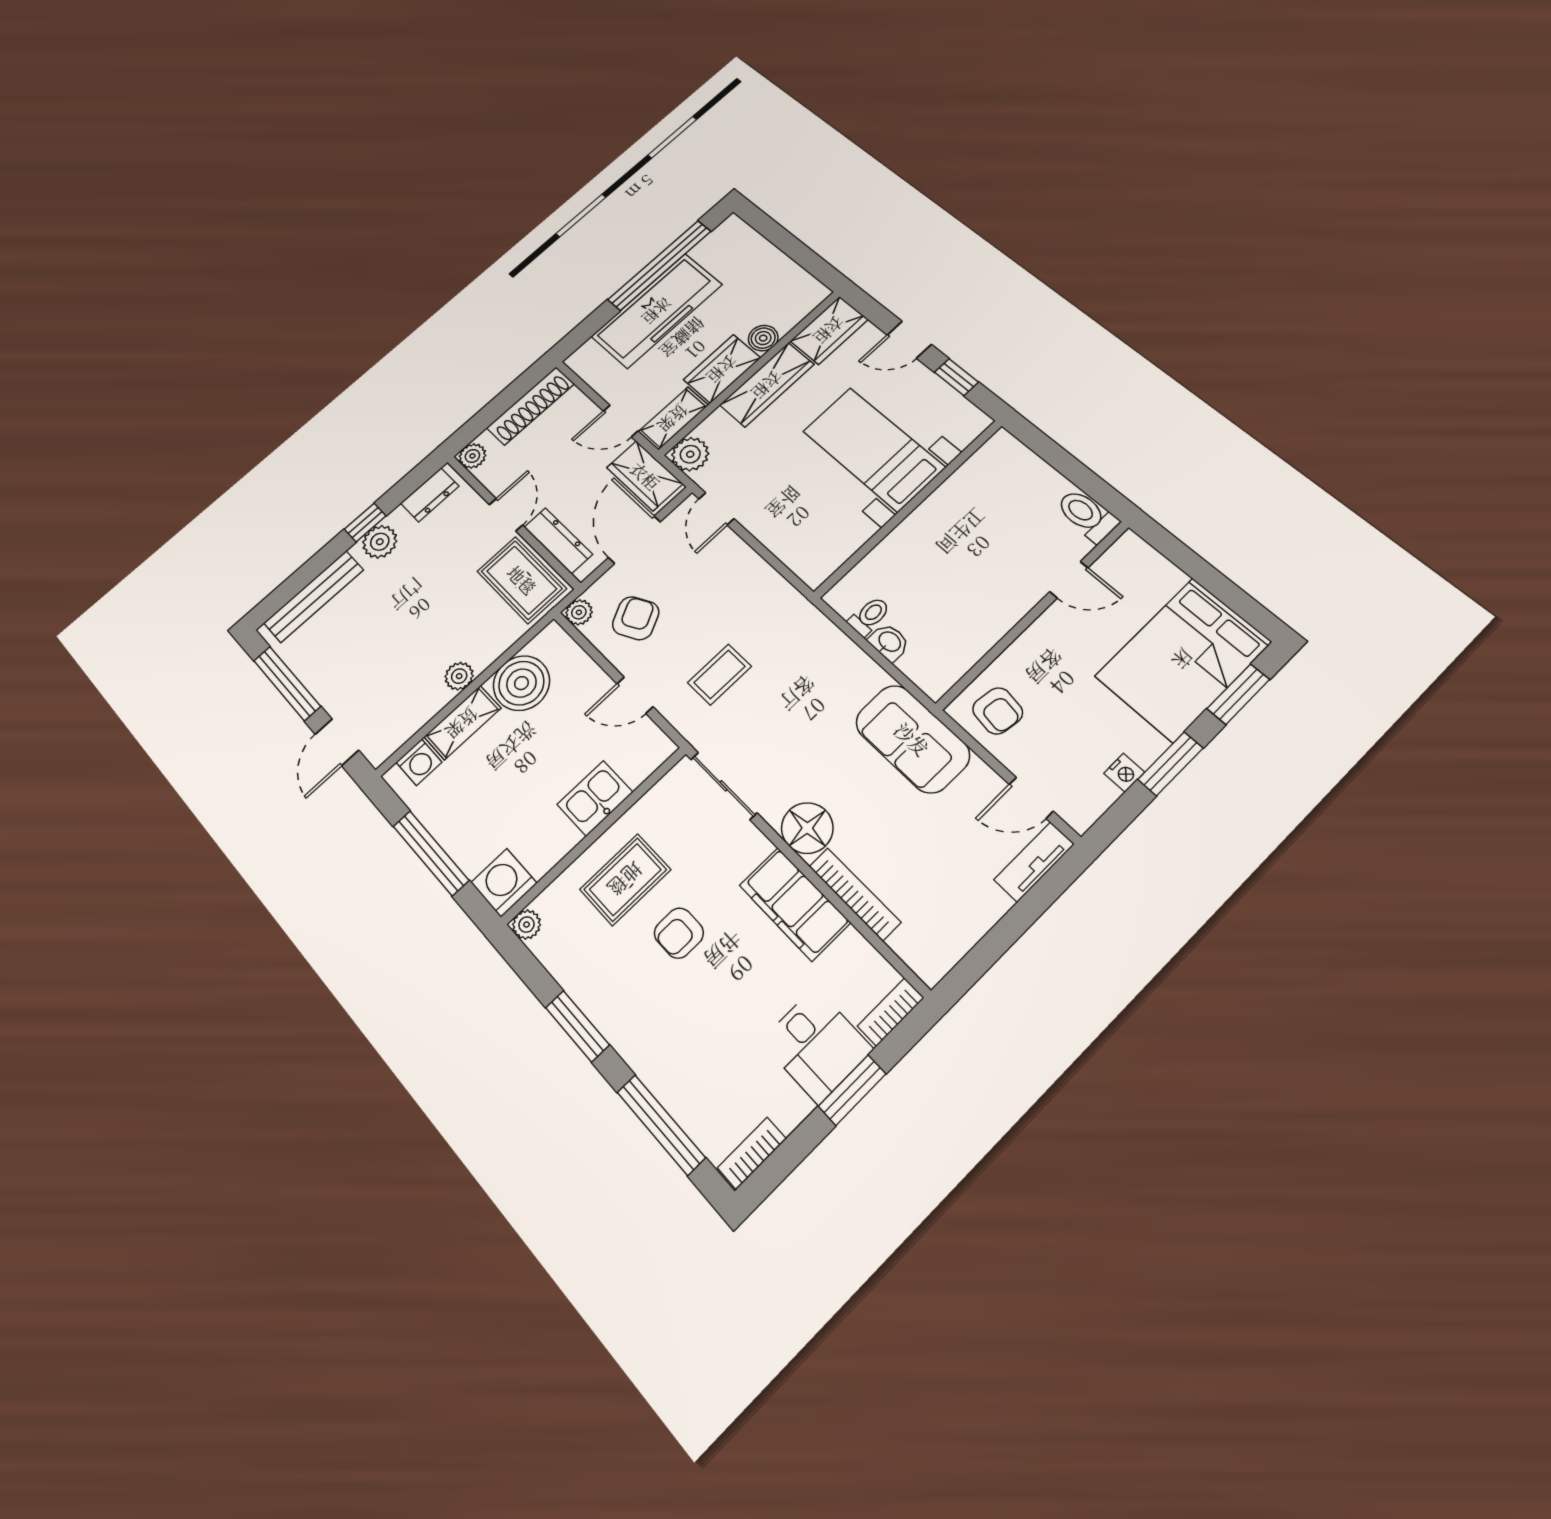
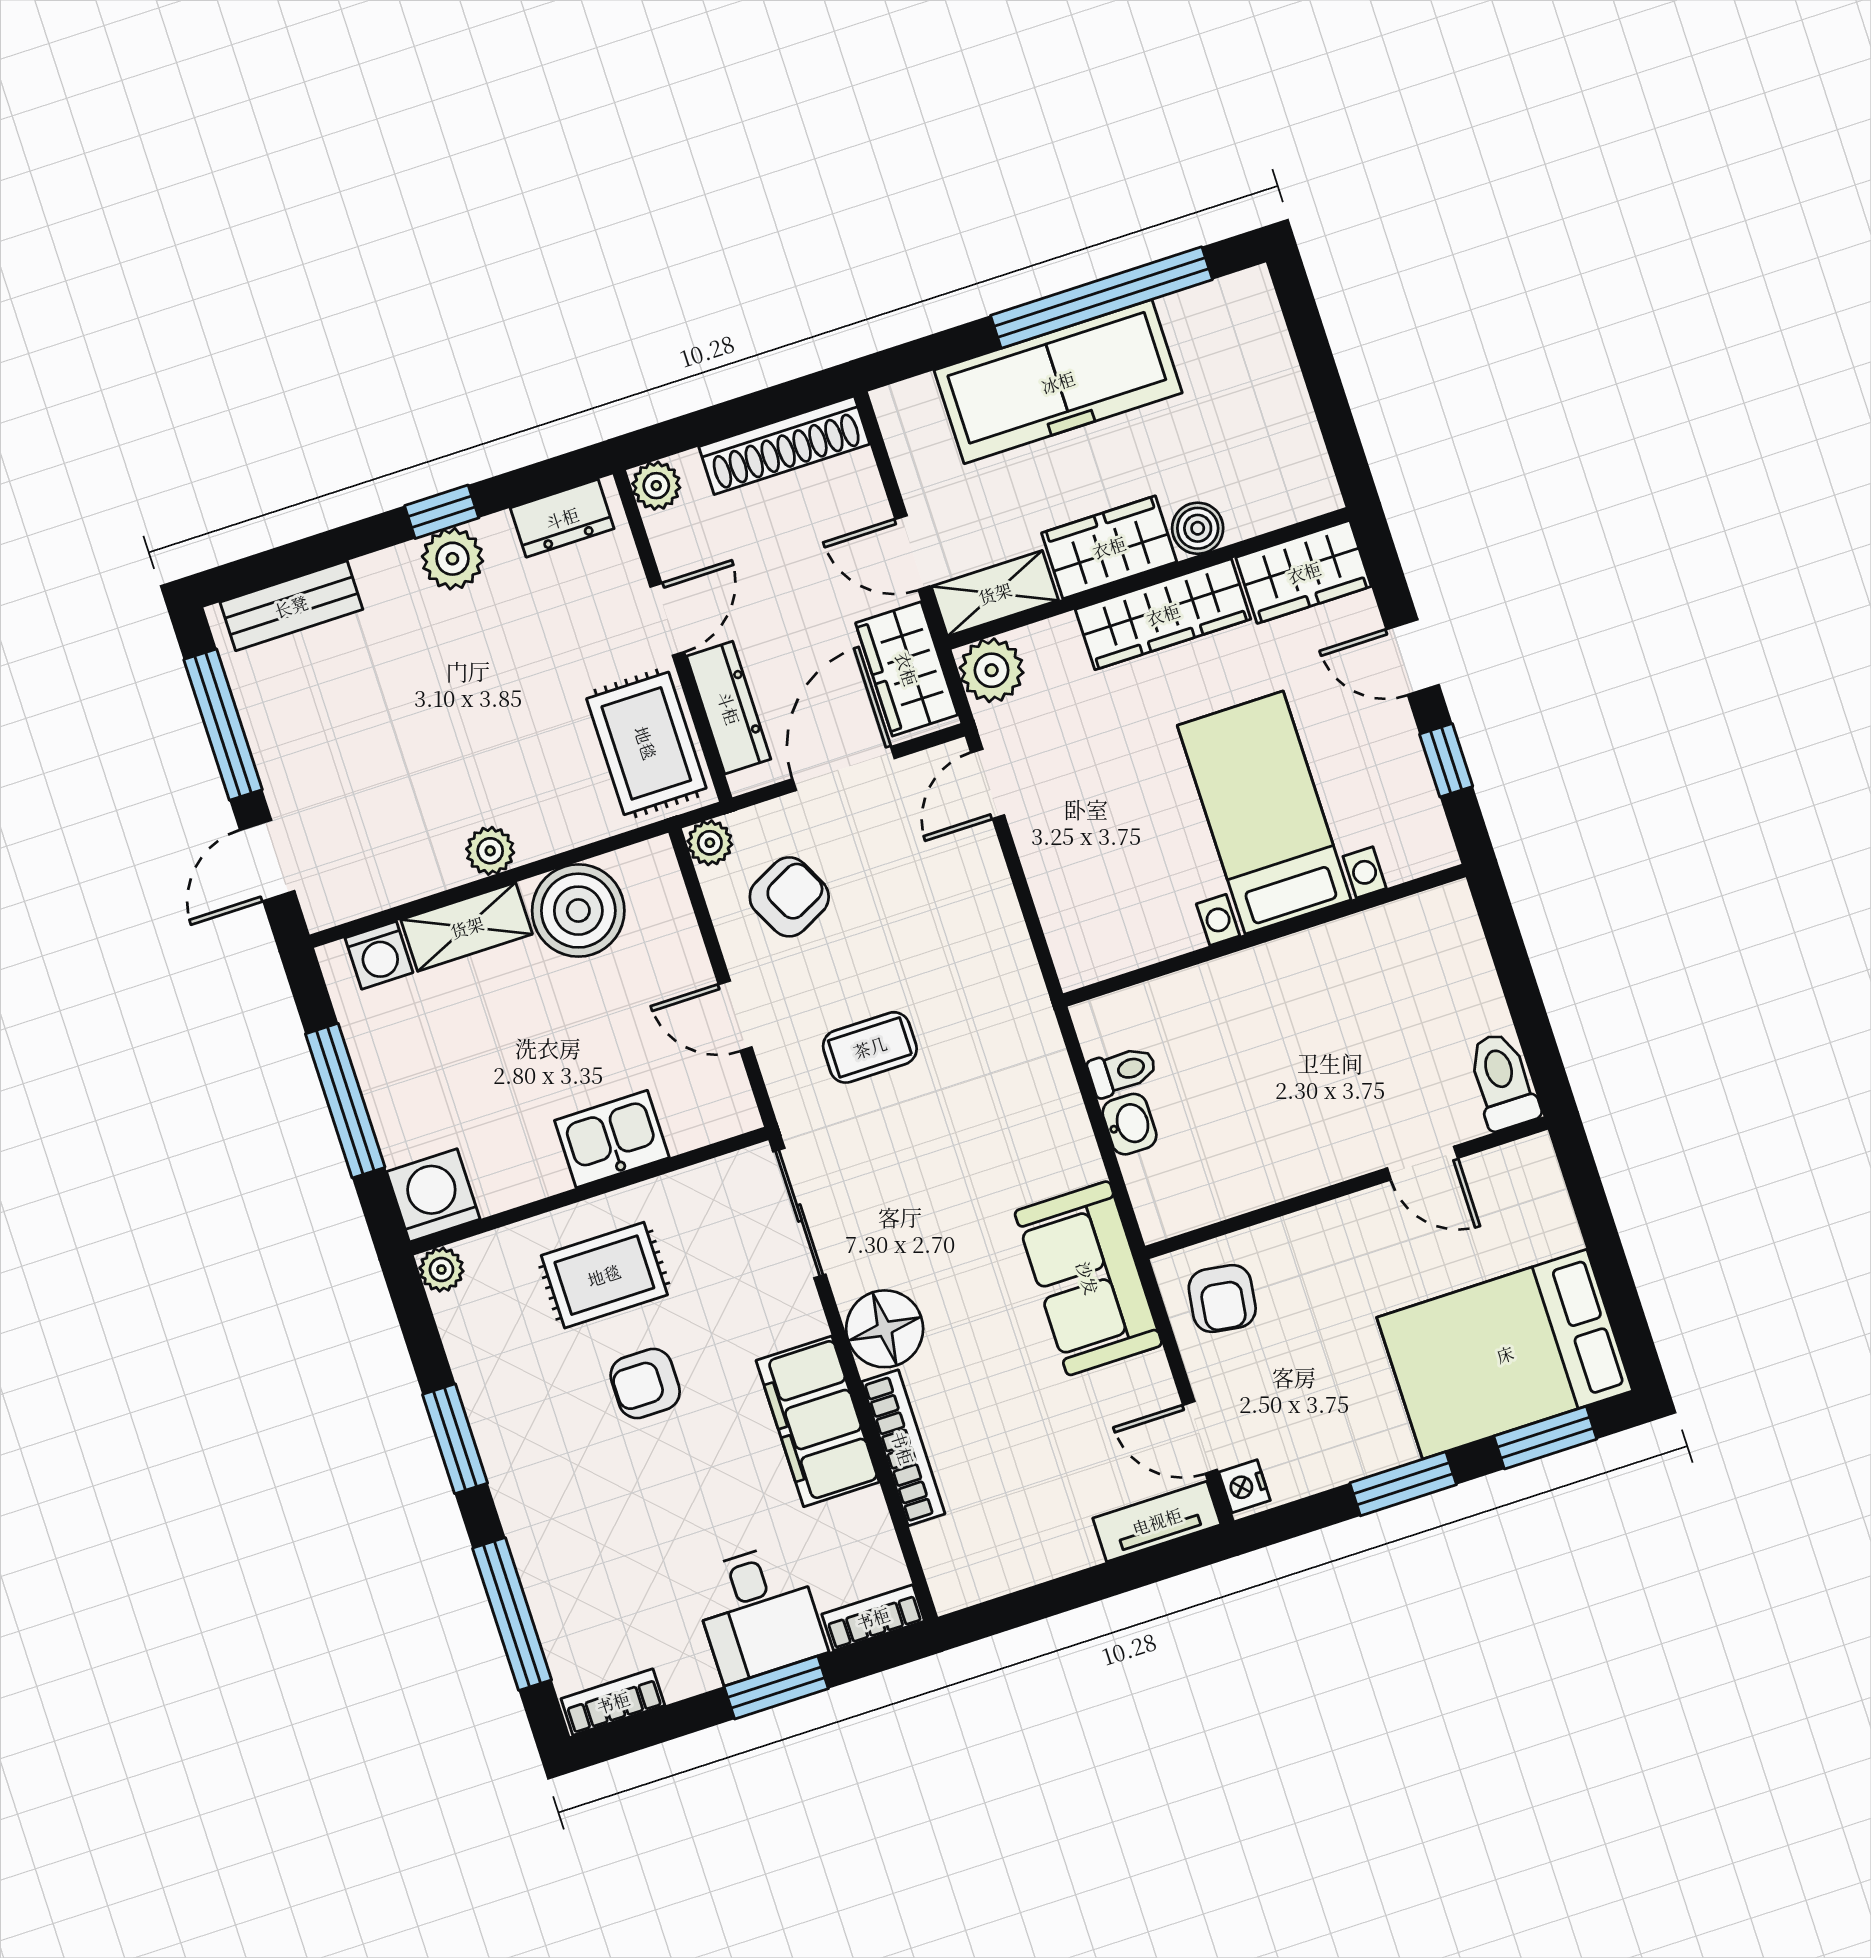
bench: (314, 596) -> (291, 606), width x0.73
nightstand: (1124, 773) -> (1244, 1486), moved, turned 90

